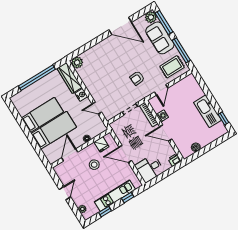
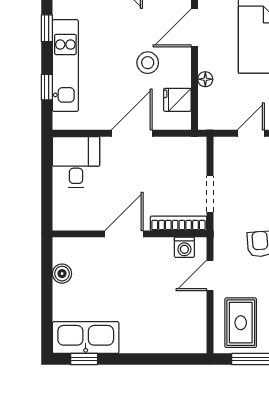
door: (161, 90) -> (210, 275), hinge flipped
kitchen sink: (208, 111) -> (86, 338), moved
washing machine: (162, 116) -> (184, 247), moved
door: (70, 155) -> (194, 28), swing flipped
printer: (175, 160) -> (63, 219), removed

